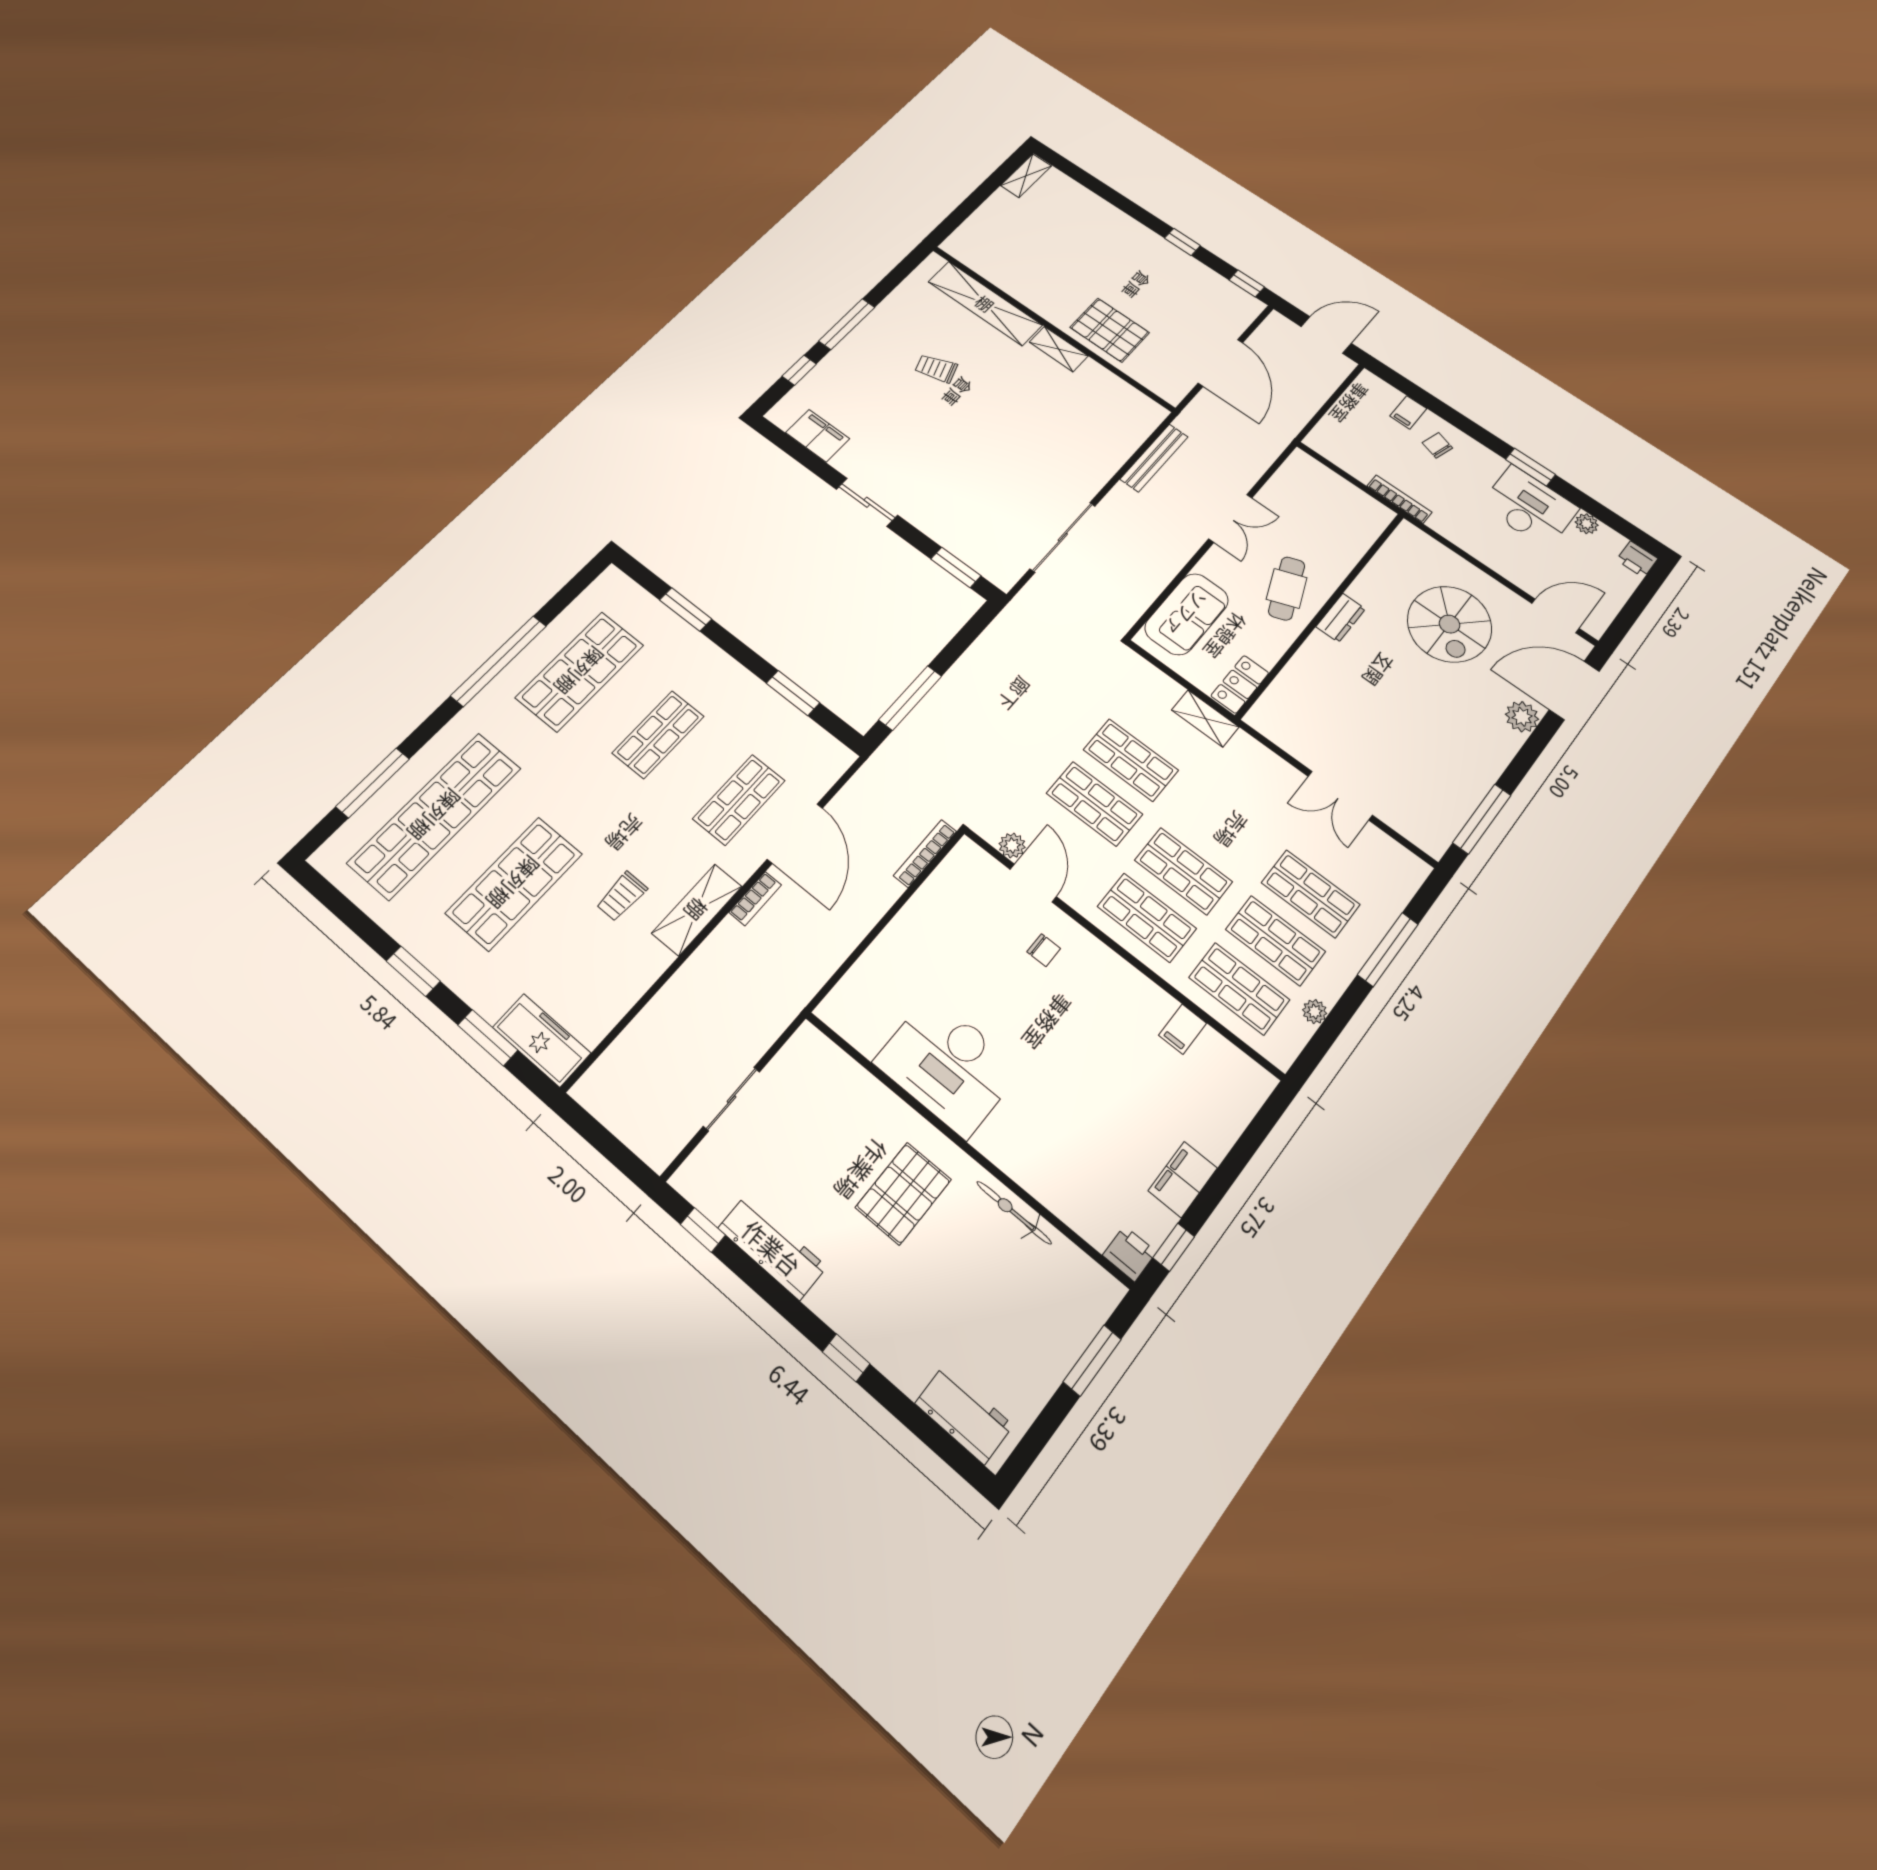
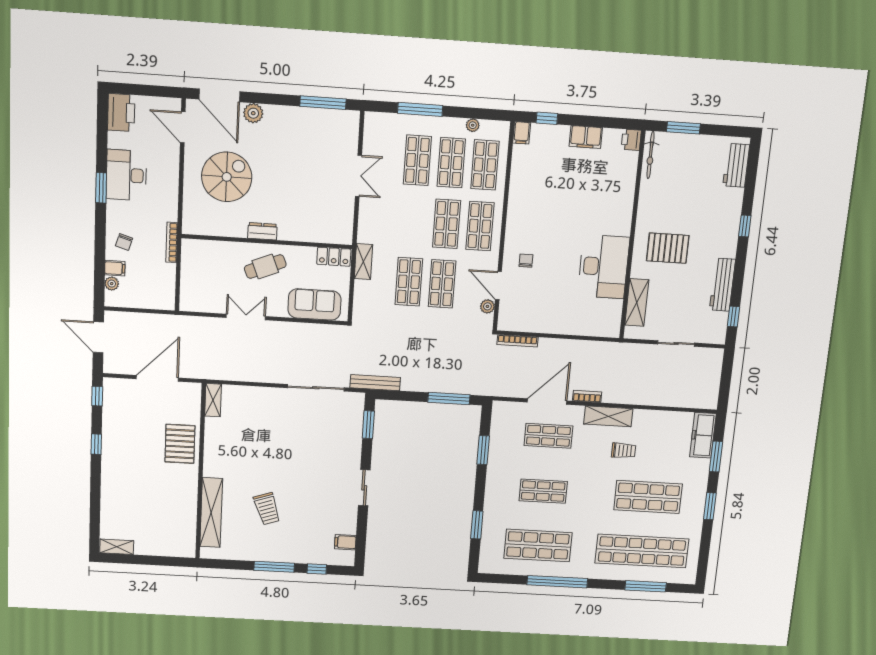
shelving: (1059, 349) -> (213, 400), moved
trolley: (936, 368) -> (267, 509), width x1.36, depth x1.39
filing cabinet: (818, 436) -> (345, 542), width x0.50
bench: (1154, 458) -> (375, 383), moved
plant: (1587, 524) -> (112, 284), moved
printer: (1637, 559) -> (121, 113), width x1.87, depth x1.48
door: (1033, 883) -> (498, 286), hinge flipped
filing cabinet: (1183, 1029) -> (522, 133), moved, turned 90
shelving: (849, 1080) -> (637, 302), added
bicycle: (1014, 1213) -> (651, 155), moved
window: (1174, 1247) -> (547, 118), moved

